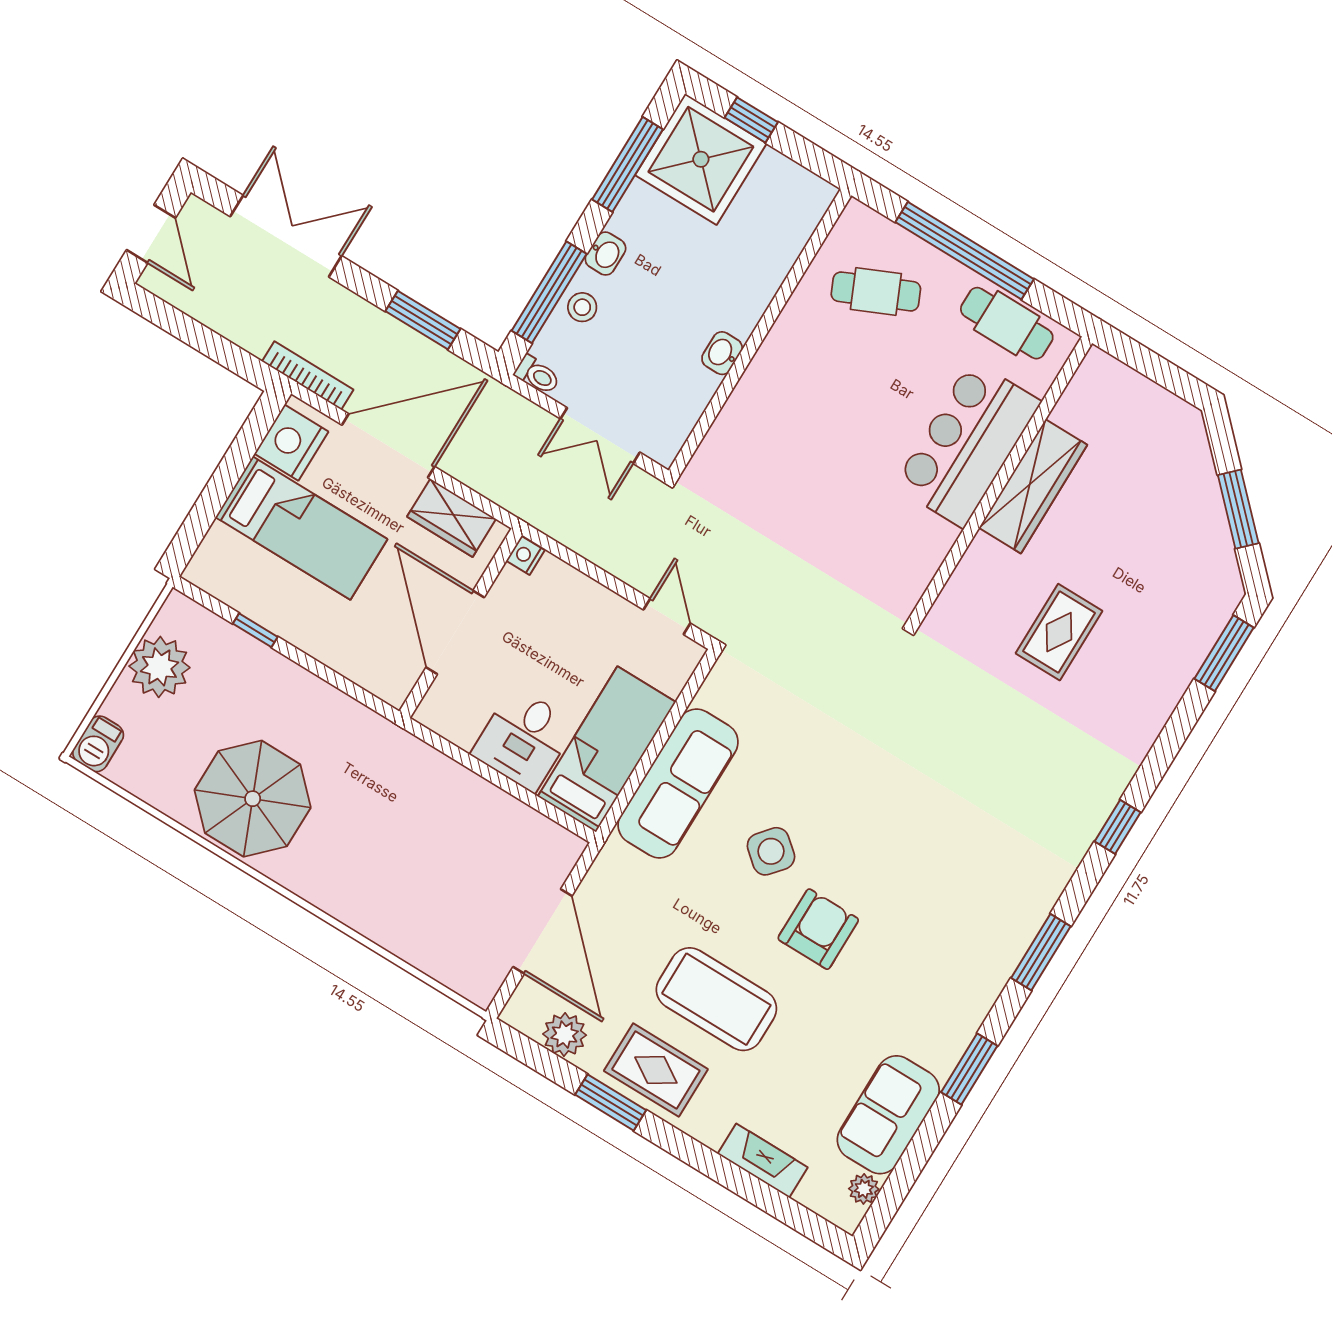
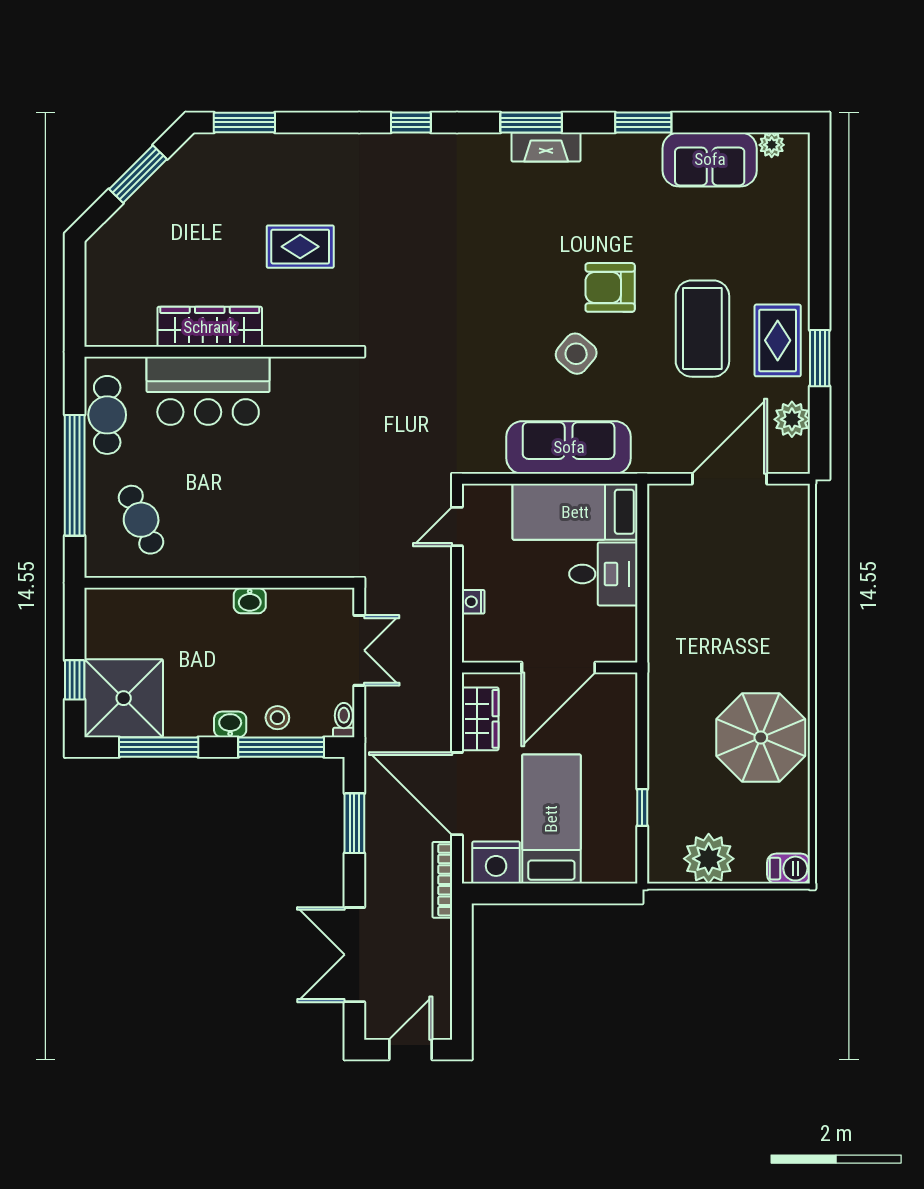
nightstand: (525, 555) -> (473, 602), moved, turned 90
fireplace: (763, 1161) -> (546, 147), moved, turned -90

